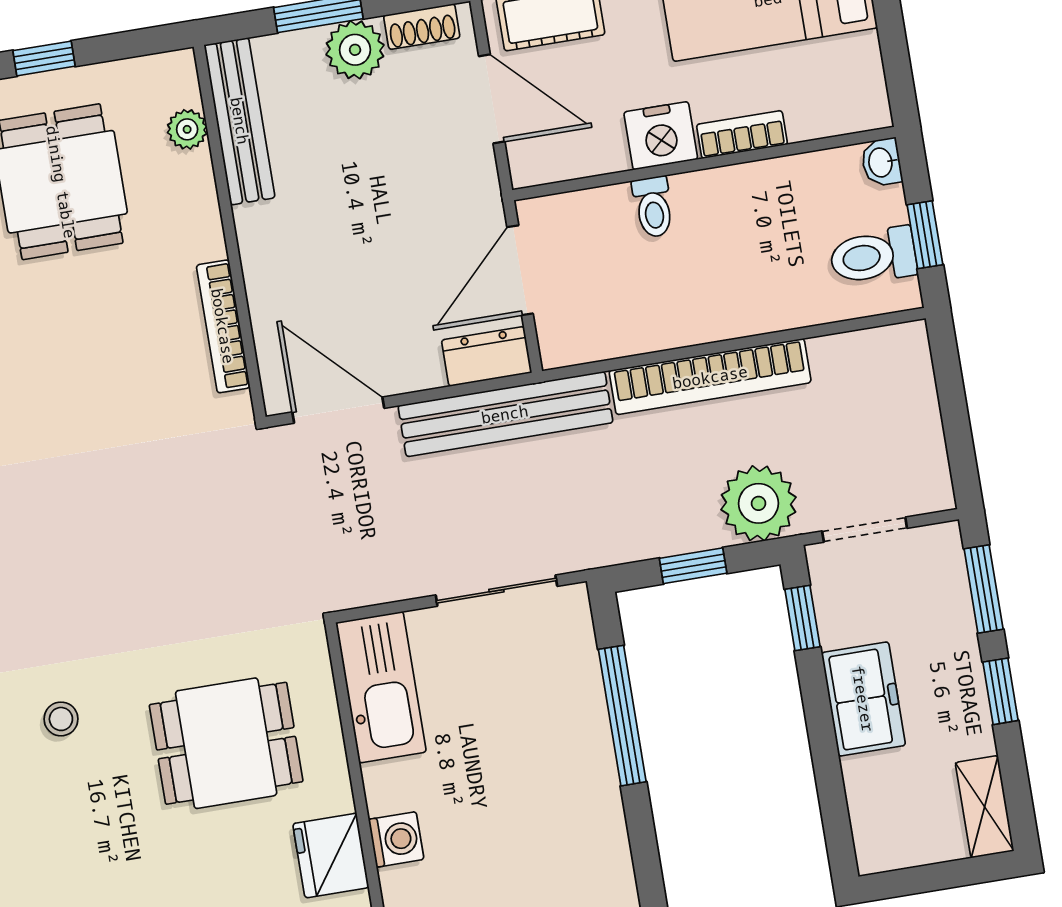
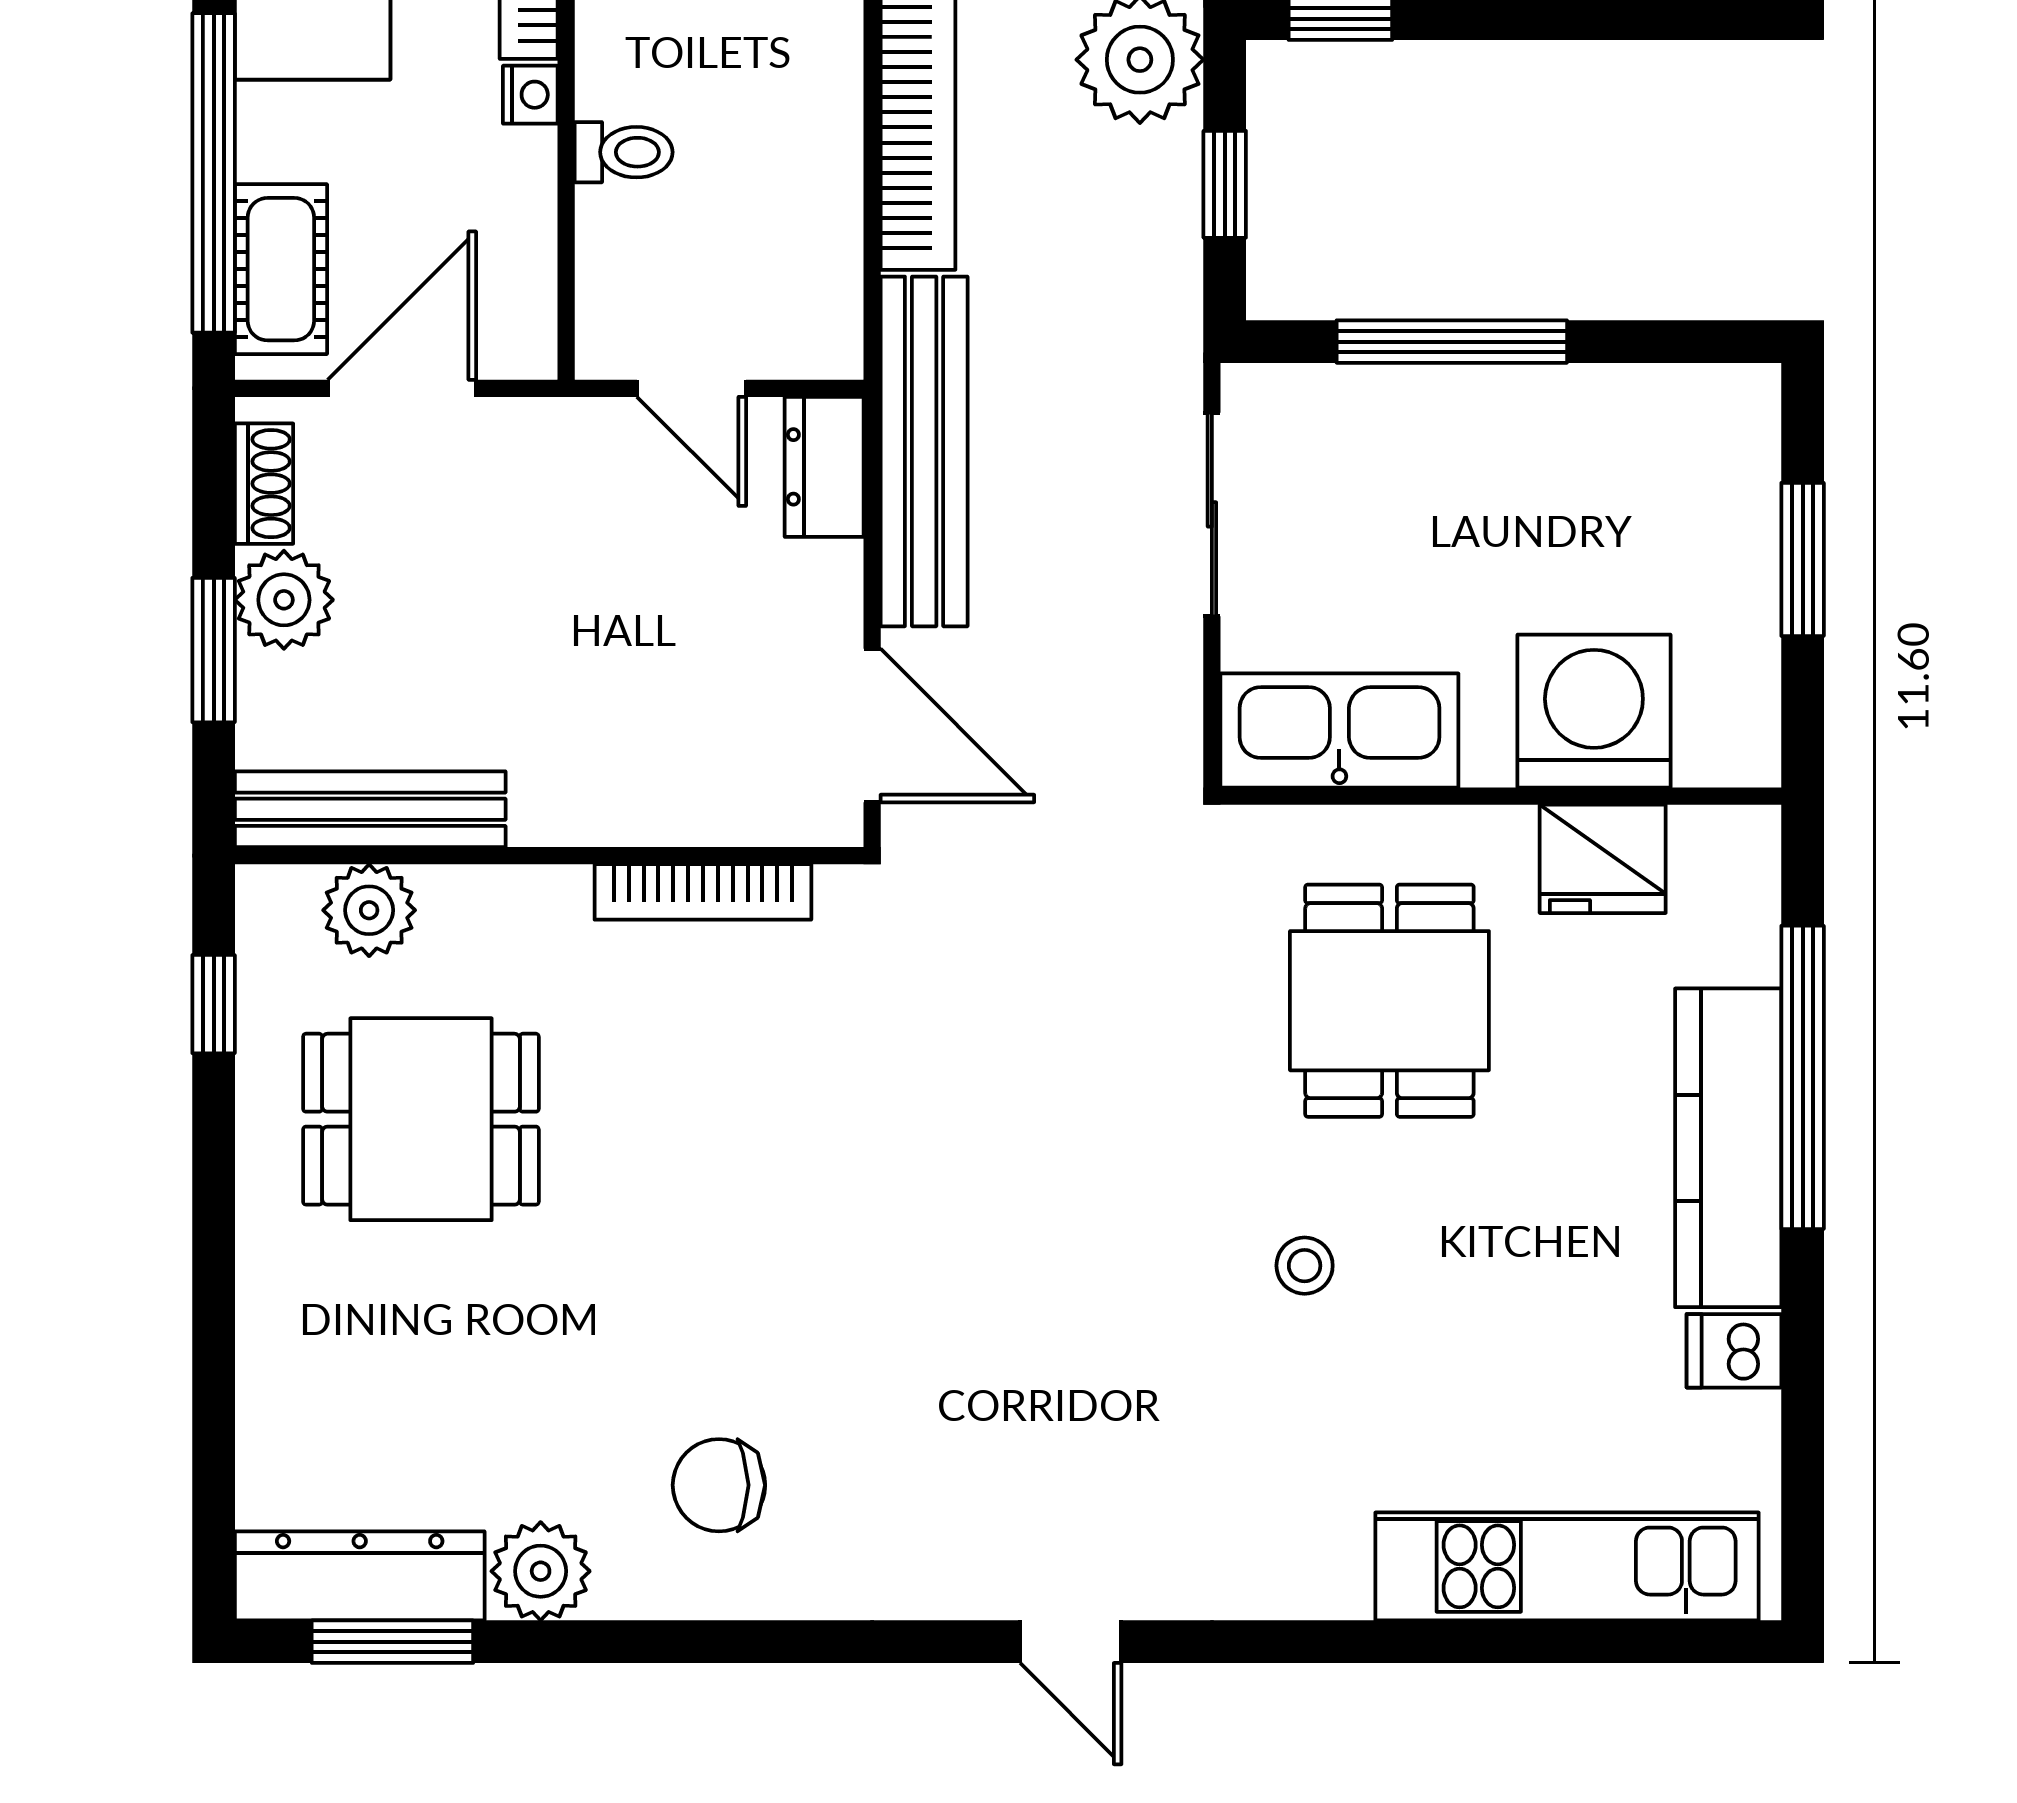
window: (44, 58) -> (214, 1004), moved
plant: (187, 129) -> (369, 910), width x1.38, depth x1.38
nightstand: (661, 136) -> (530, 95), width x0.53, depth x0.56
door: (520, 270) -> (692, 388), width x0.73
door: (338, 410) -> (872, 725), swing flipped
washing machine: (396, 839) -> (1594, 711), width x1.89, depth x1.89

